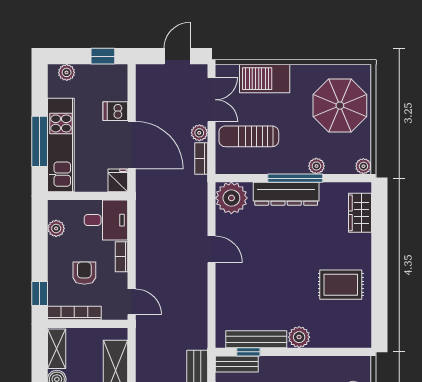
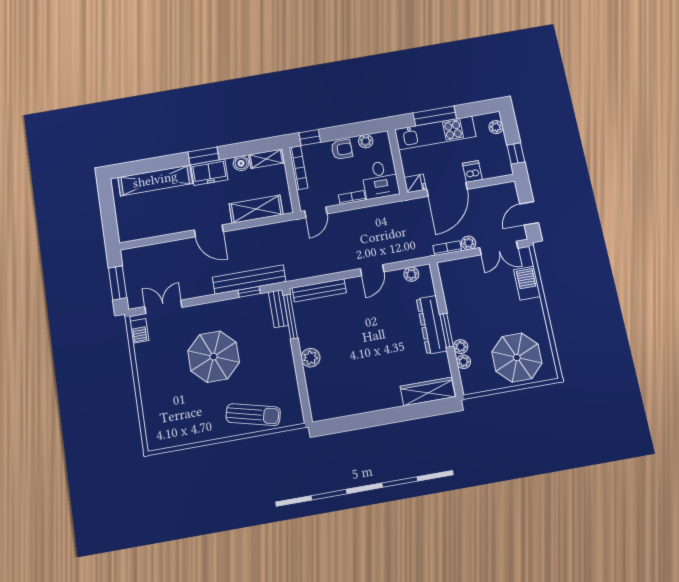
door: (177, 56) -> (529, 213), swing flipped
barbecue: (265, 79) -> (527, 283), width x0.73, depth x0.83
sun lounger: (249, 136) -> (474, 285), removed
plant: (363, 166) -> (464, 362), moved
window: (295, 178) -> (447, 330), width x0.69
plant: (231, 198) -> (411, 274), width x0.53, depth x0.53
wardrobe: (360, 213) -> (428, 391), width x1.50
armchair: (84, 273) -> (342, 149), moved
rug: (341, 285) -> (362, 386), removed
bench: (256, 339) -> (319, 290), moved, turned 90
window: (248, 352) -> (290, 317), width x2.17

